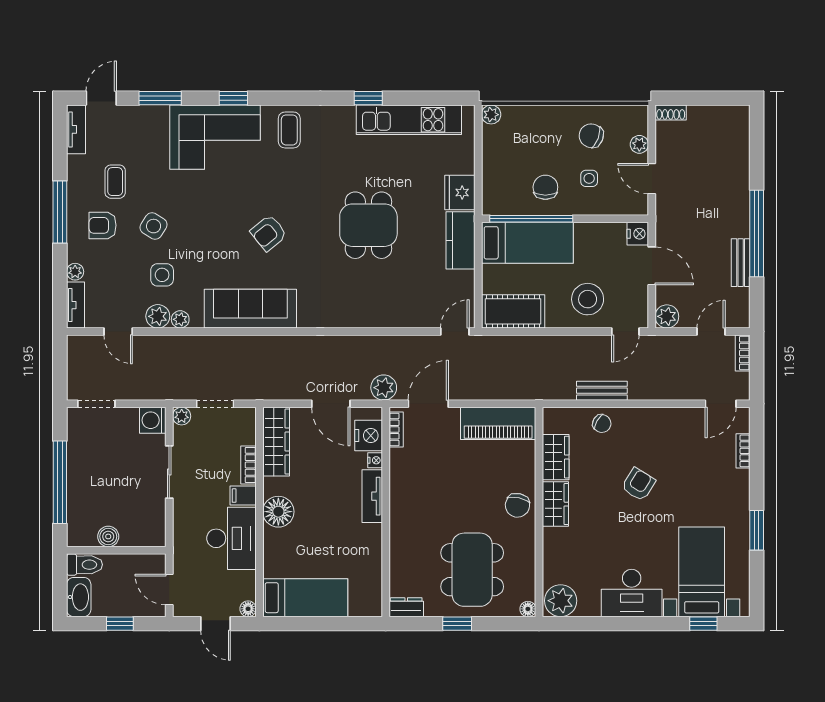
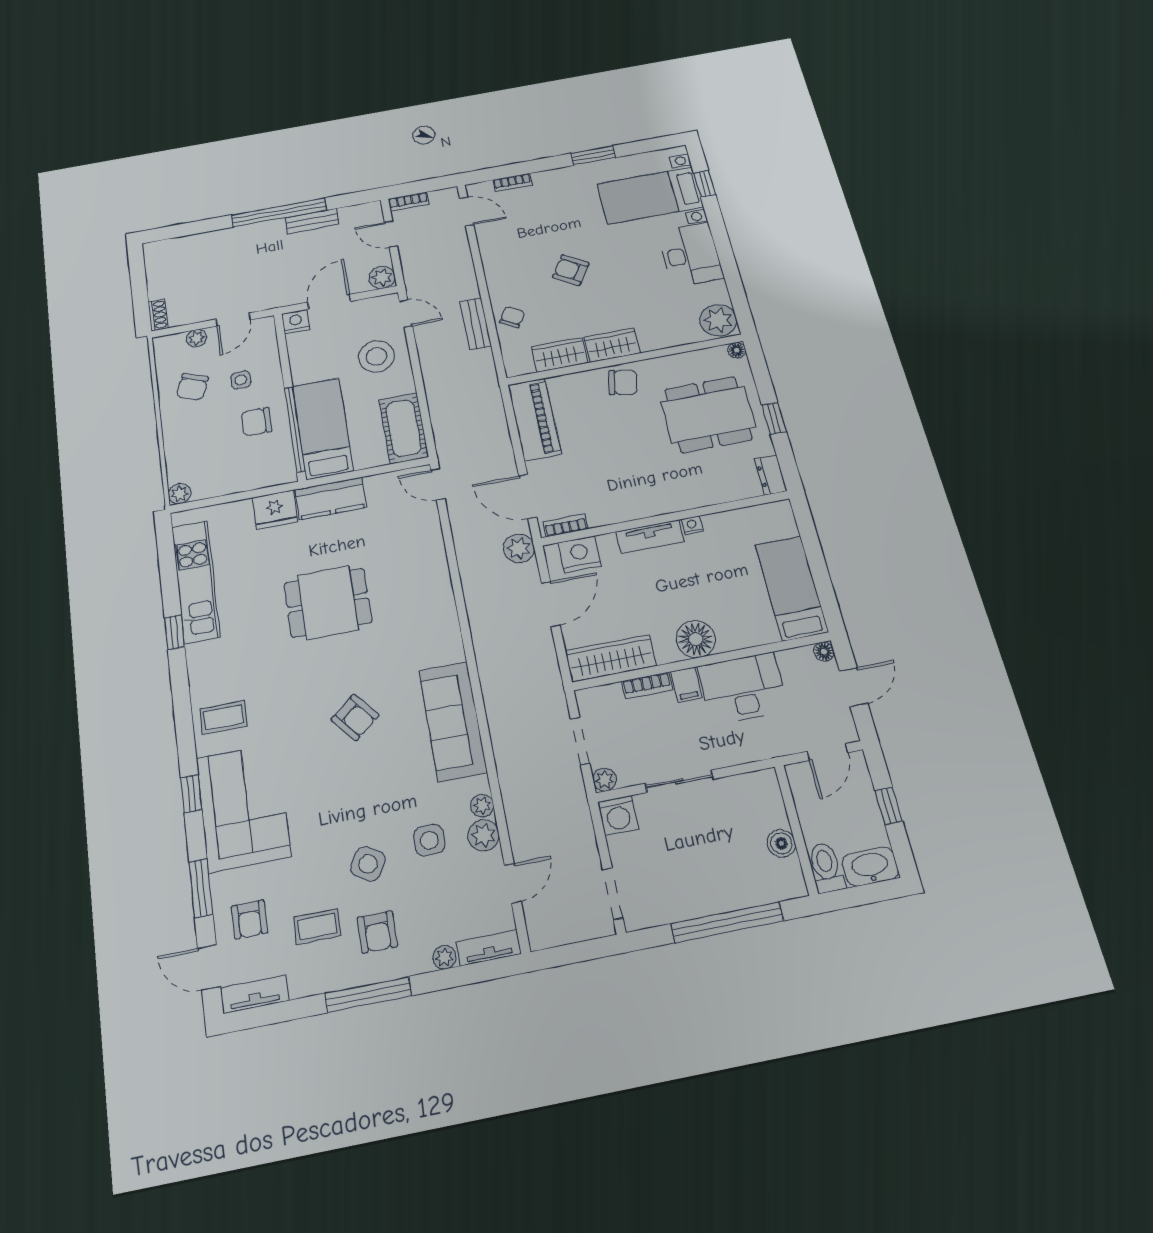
armchair: (130, 132) -> (249, 919), added
nightstand: (375, 460) -> (692, 525), moved

